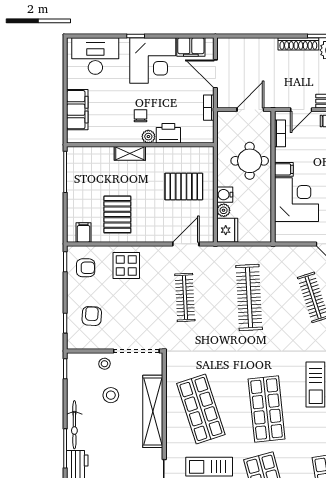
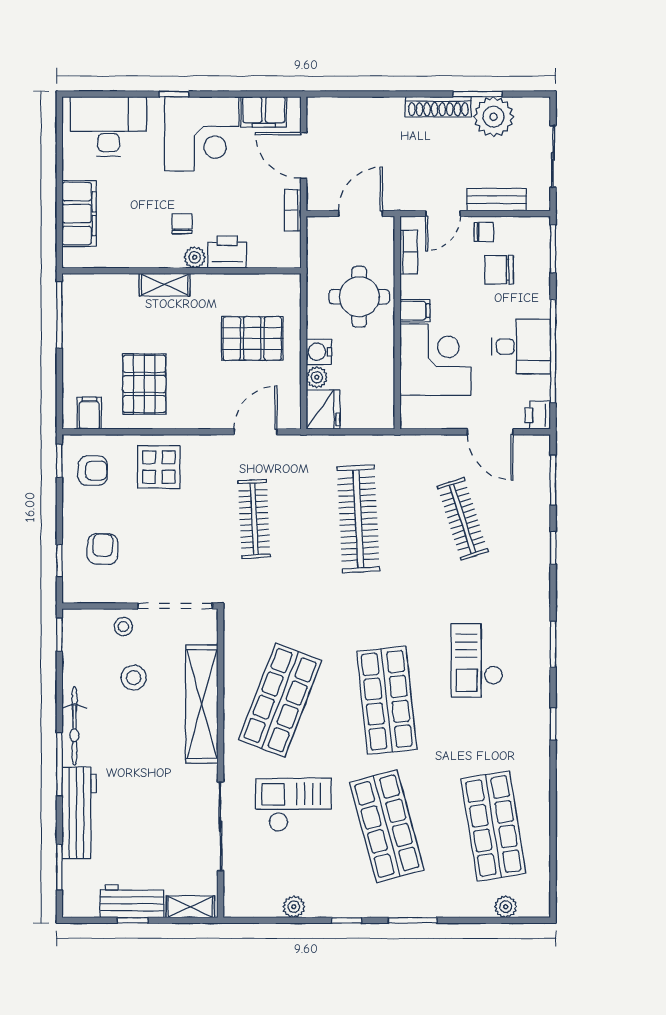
shop shelf: (201, 409) -> (280, 700), turned 39

